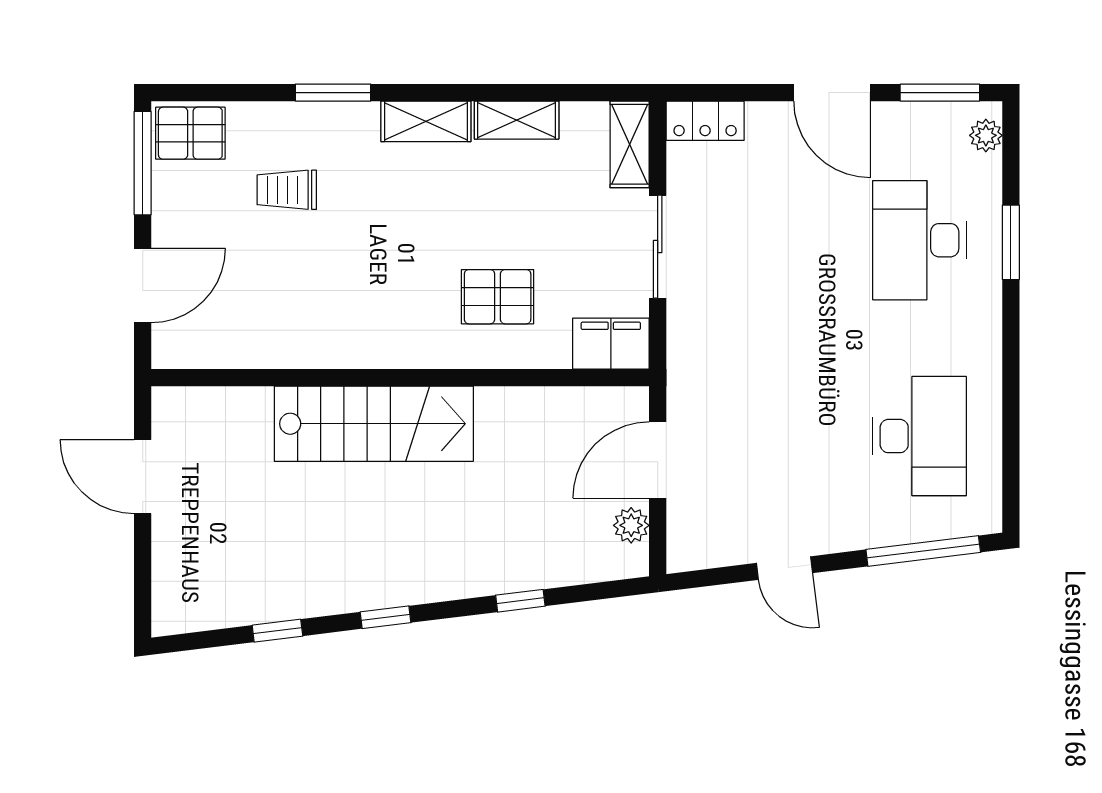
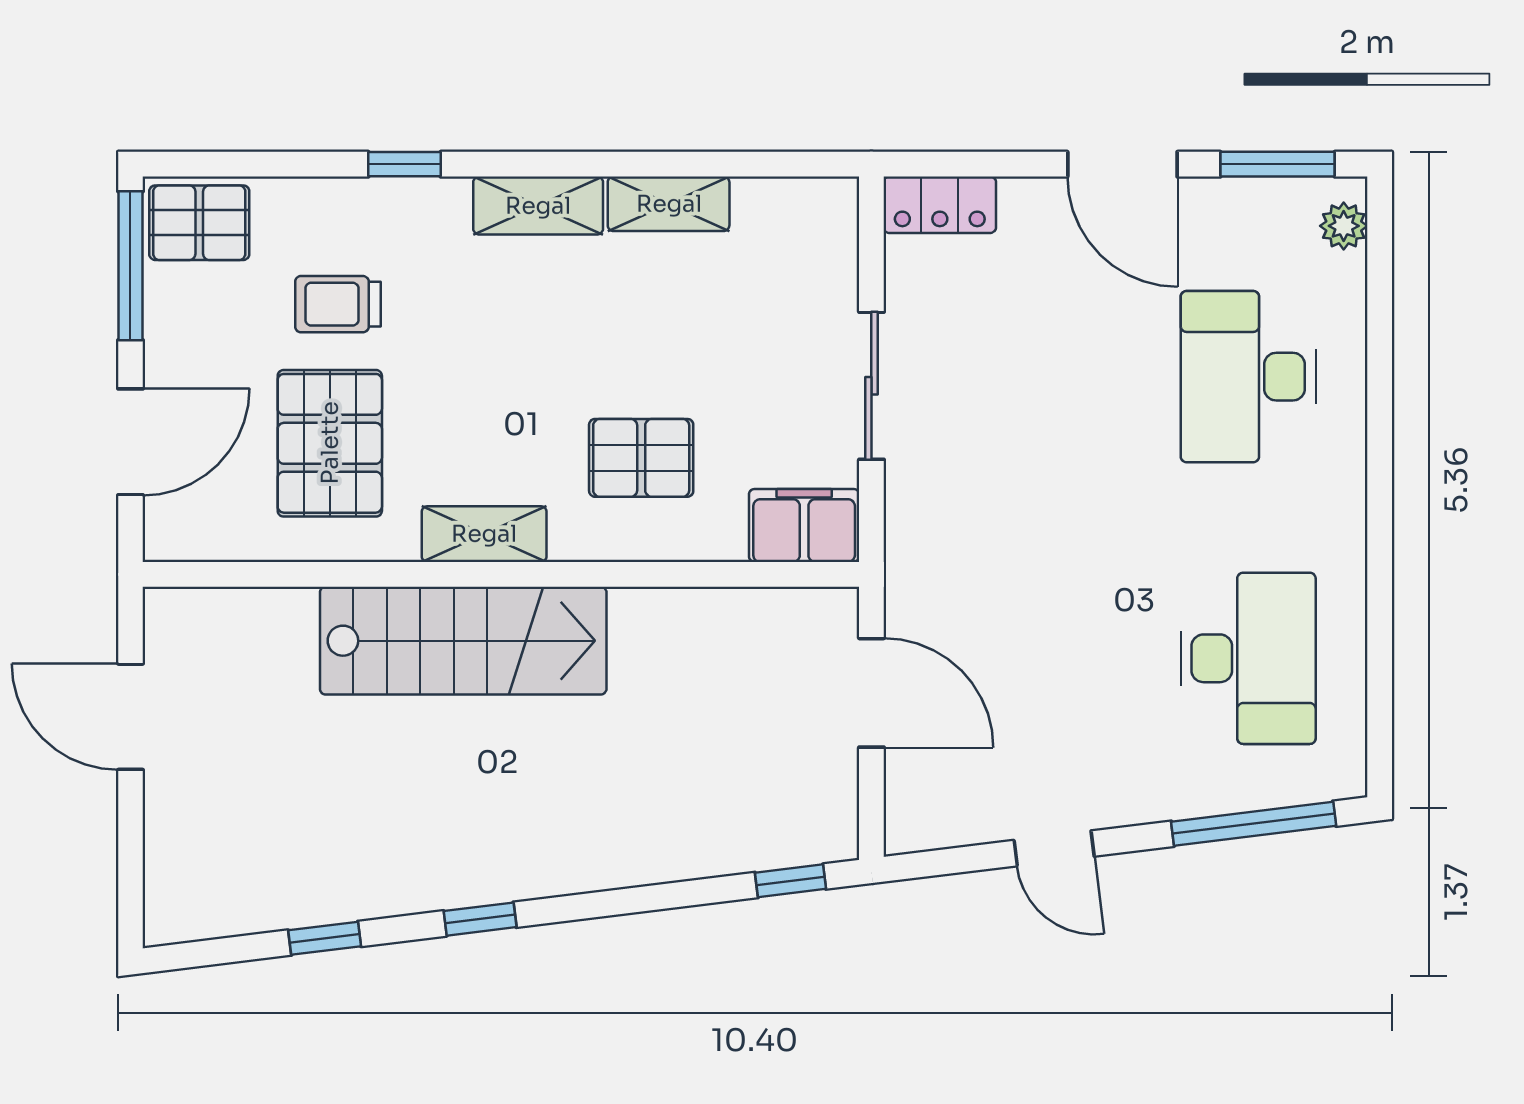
window: (333, 93) -> (404, 164), width x0.67
shelving: (630, 144) -> (484, 534), moved, turned 90
window: (1011, 242) -> (1380, 380), removed
pallet: (281, 287) -> (330, 443), added
door: (658, 460) -> (871, 693), swing flipped
plant: (631, 525) -> (833, 787), removed
window: (520, 601) -> (790, 881), moved

